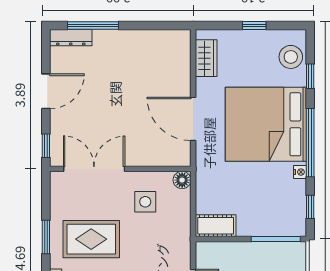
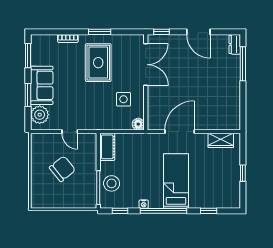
dresser: (71, 38) -> (235, 44), width x0.70
stool: (291, 57) -> (112, 183), moved
bed: (266, 124) -> (176, 181), width x0.49

